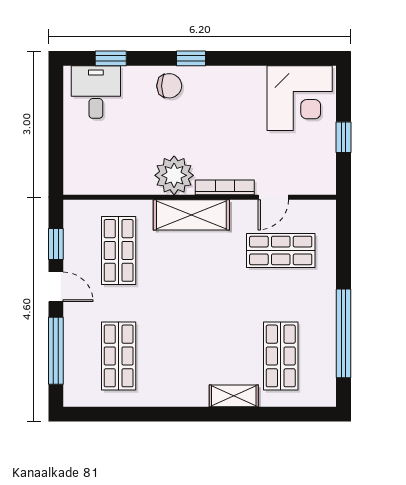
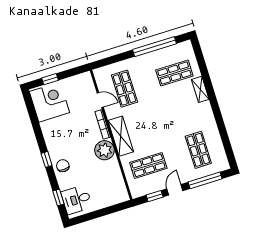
window: (343, 137) -> (50, 79), moved
shop shelf: (119, 356) -> (198, 150), turned 90

